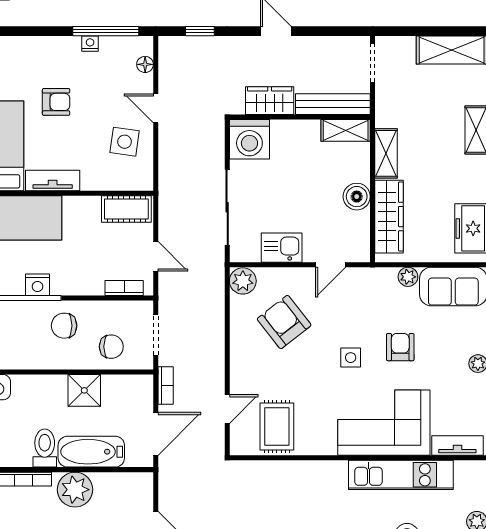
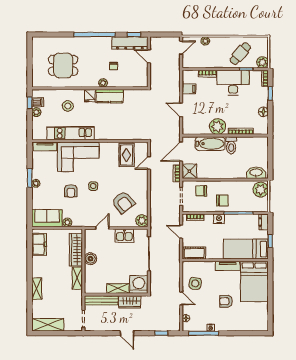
shelving: (346, 130) -> (118, 289), moved
nightstand: (38, 285) -> (219, 219), moved
shower: (84, 390) -> (189, 171), moved

